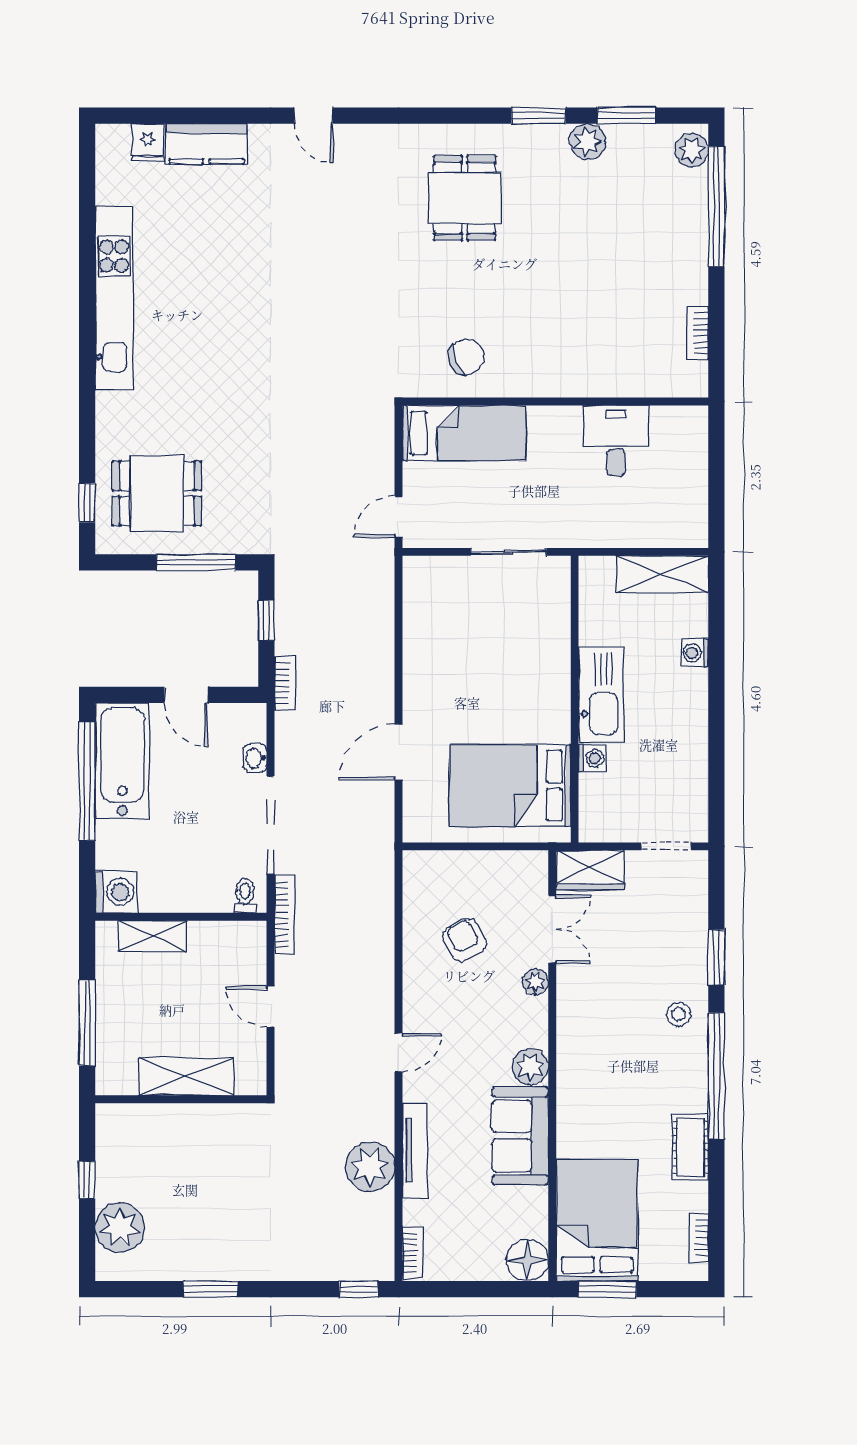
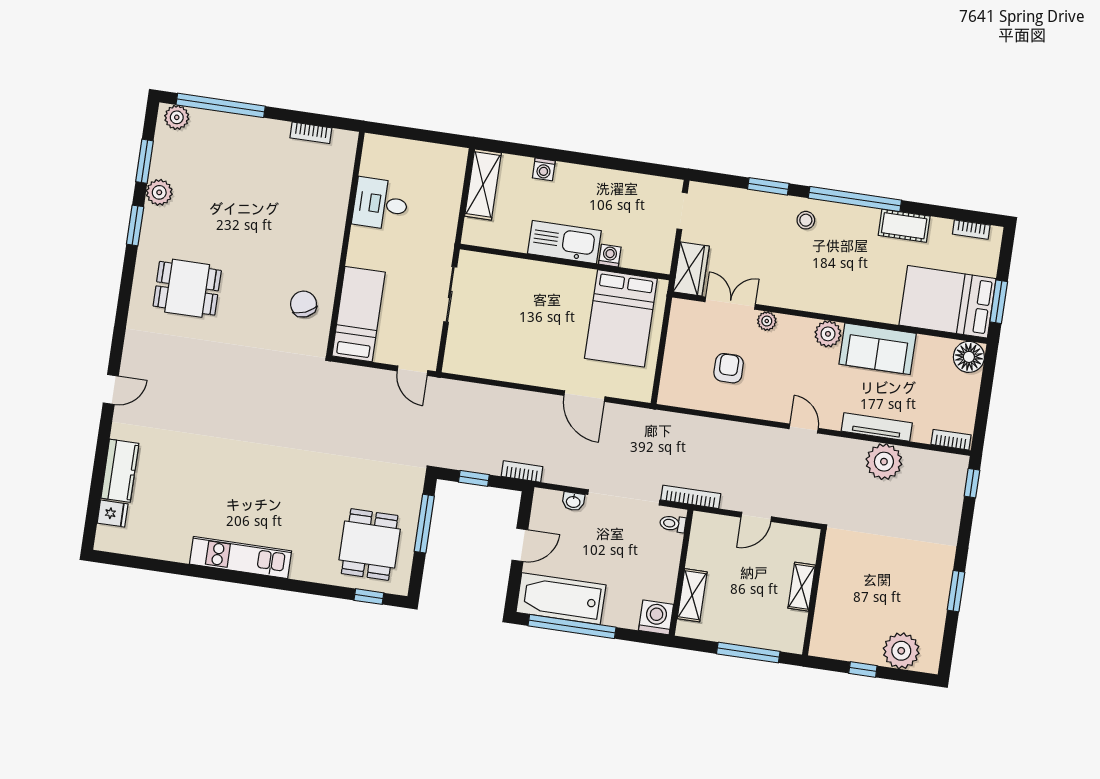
kitchen unit: (114, 298) -> (241, 557), width x0.73
armchair: (465, 940) -> (729, 368), turned 118
shelving: (186, 1077) -> (802, 587), width x0.67, depth x0.75

